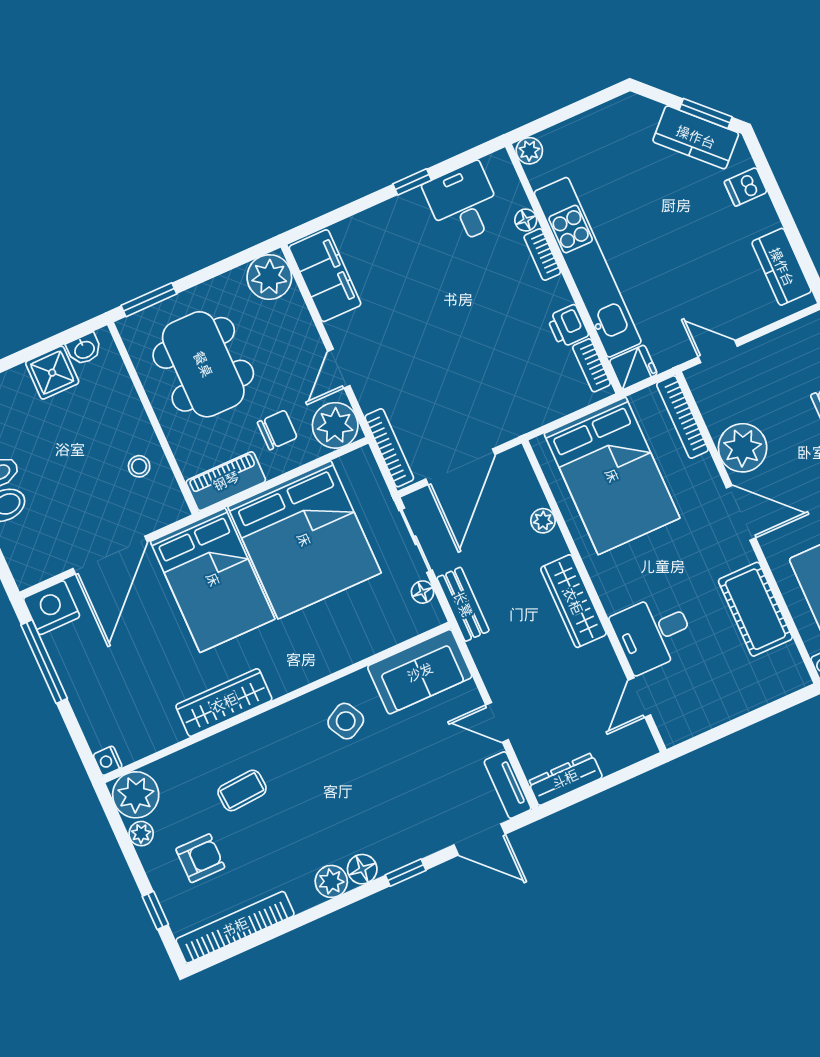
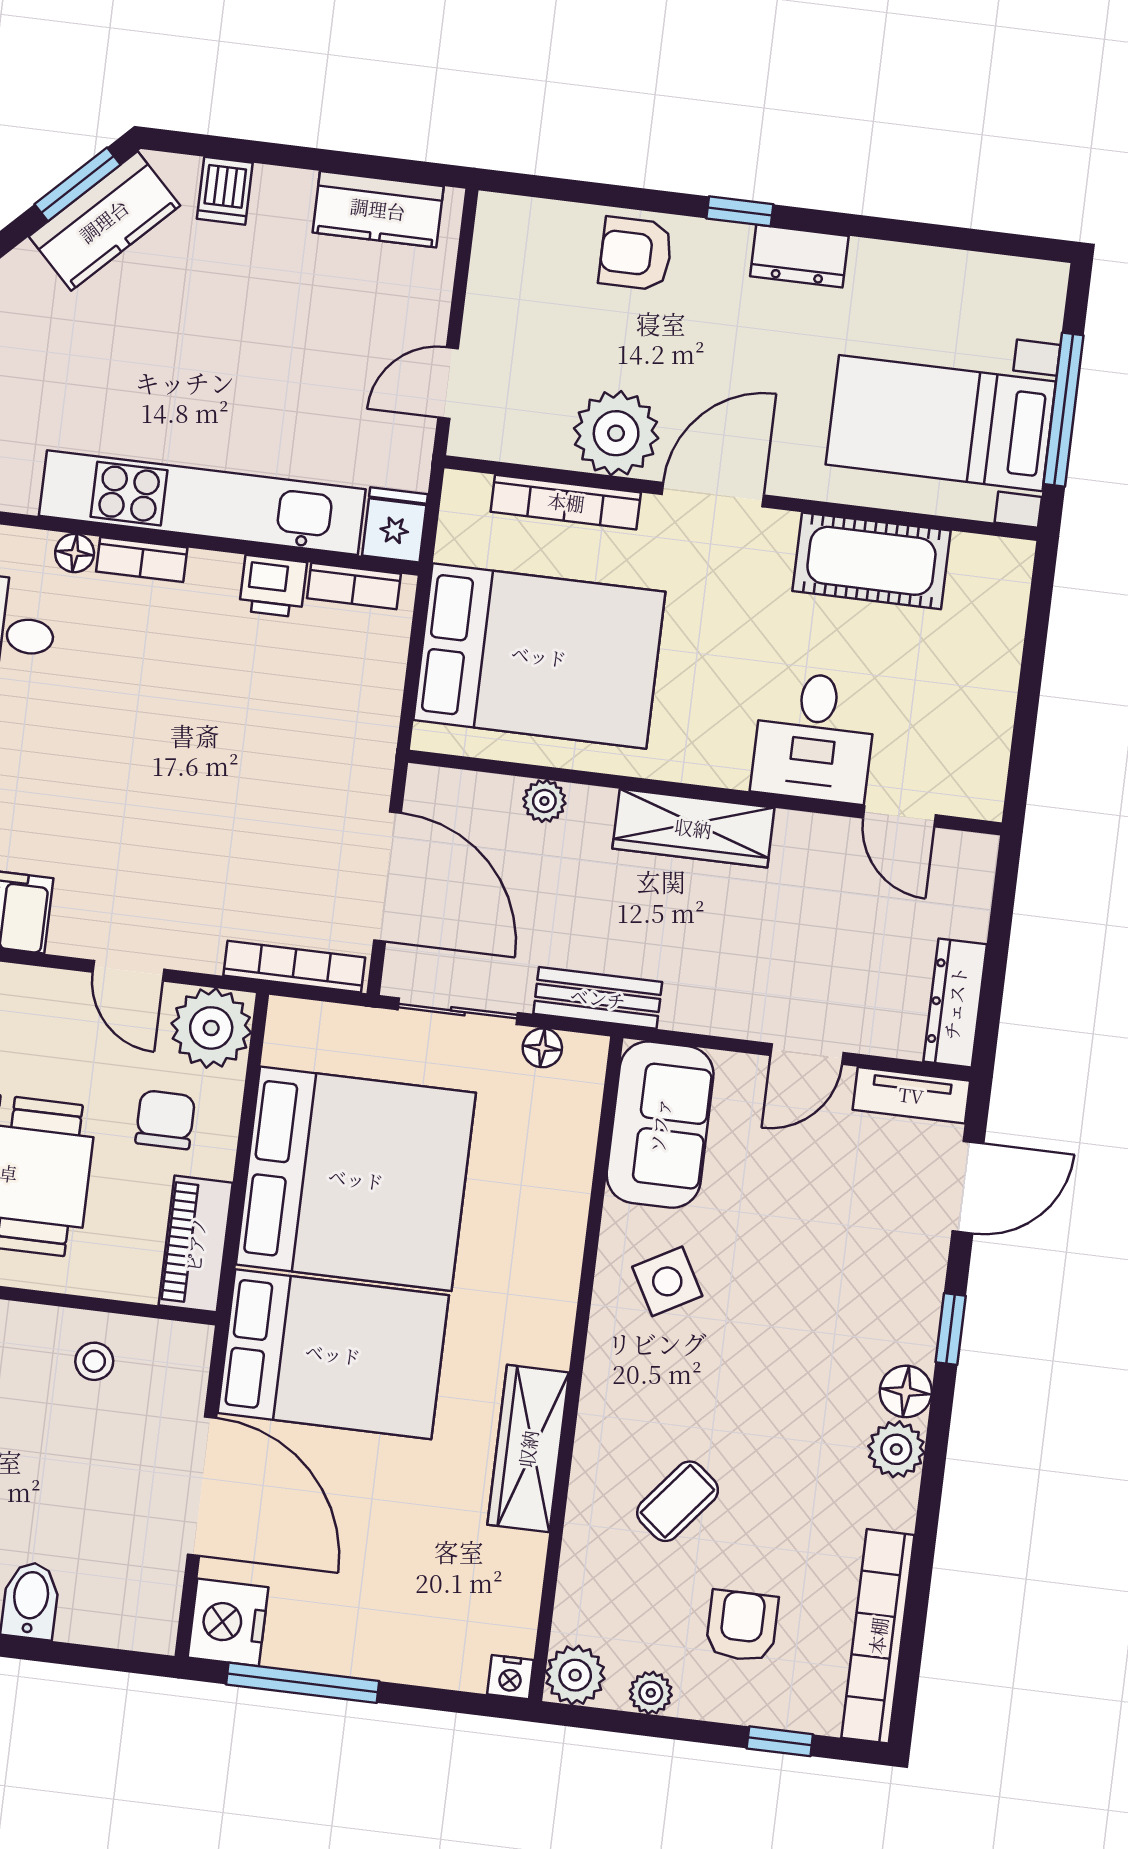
bookcase: (682, 417) -> (566, 502), moved
coffee table: (242, 790) -> (678, 1501), turned 43
plant: (136, 795) -> (575, 1675), width x0.73, depth x0.73

